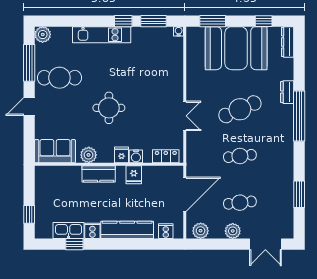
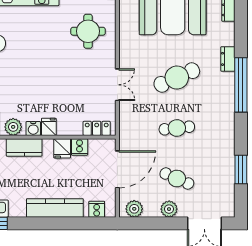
round table: (109, 108) -> (88, 31), moved
water cooler: (136, 156) -> (33, 128), moved
cafe table: (240, 203) -> (177, 179), turned 30
cooker: (92, 231) -> (80, 147), moved, turned 180

